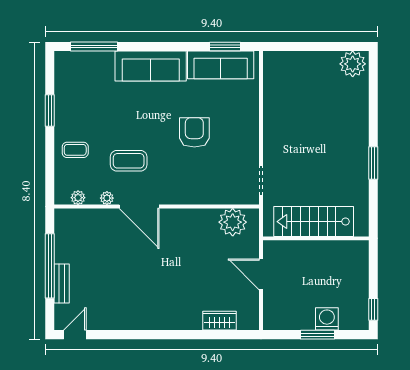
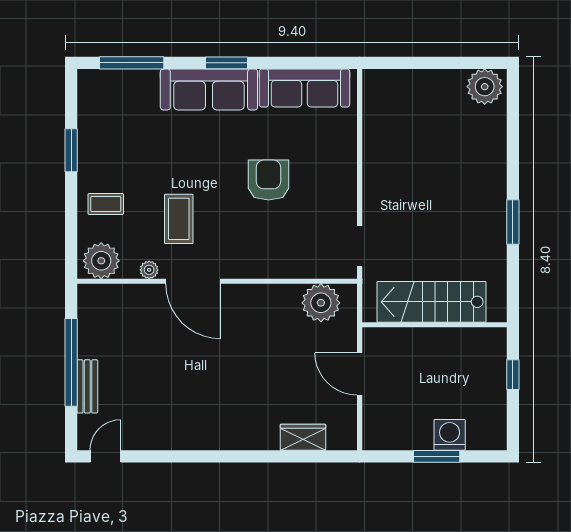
window: (225, 47) -> (227, 63), moved
coffee table: (129, 161) -> (179, 219), turned 90
plant: (78, 198) -> (101, 261), width x1.87, depth x1.87
window: (373, 309) -> (513, 375), moved

